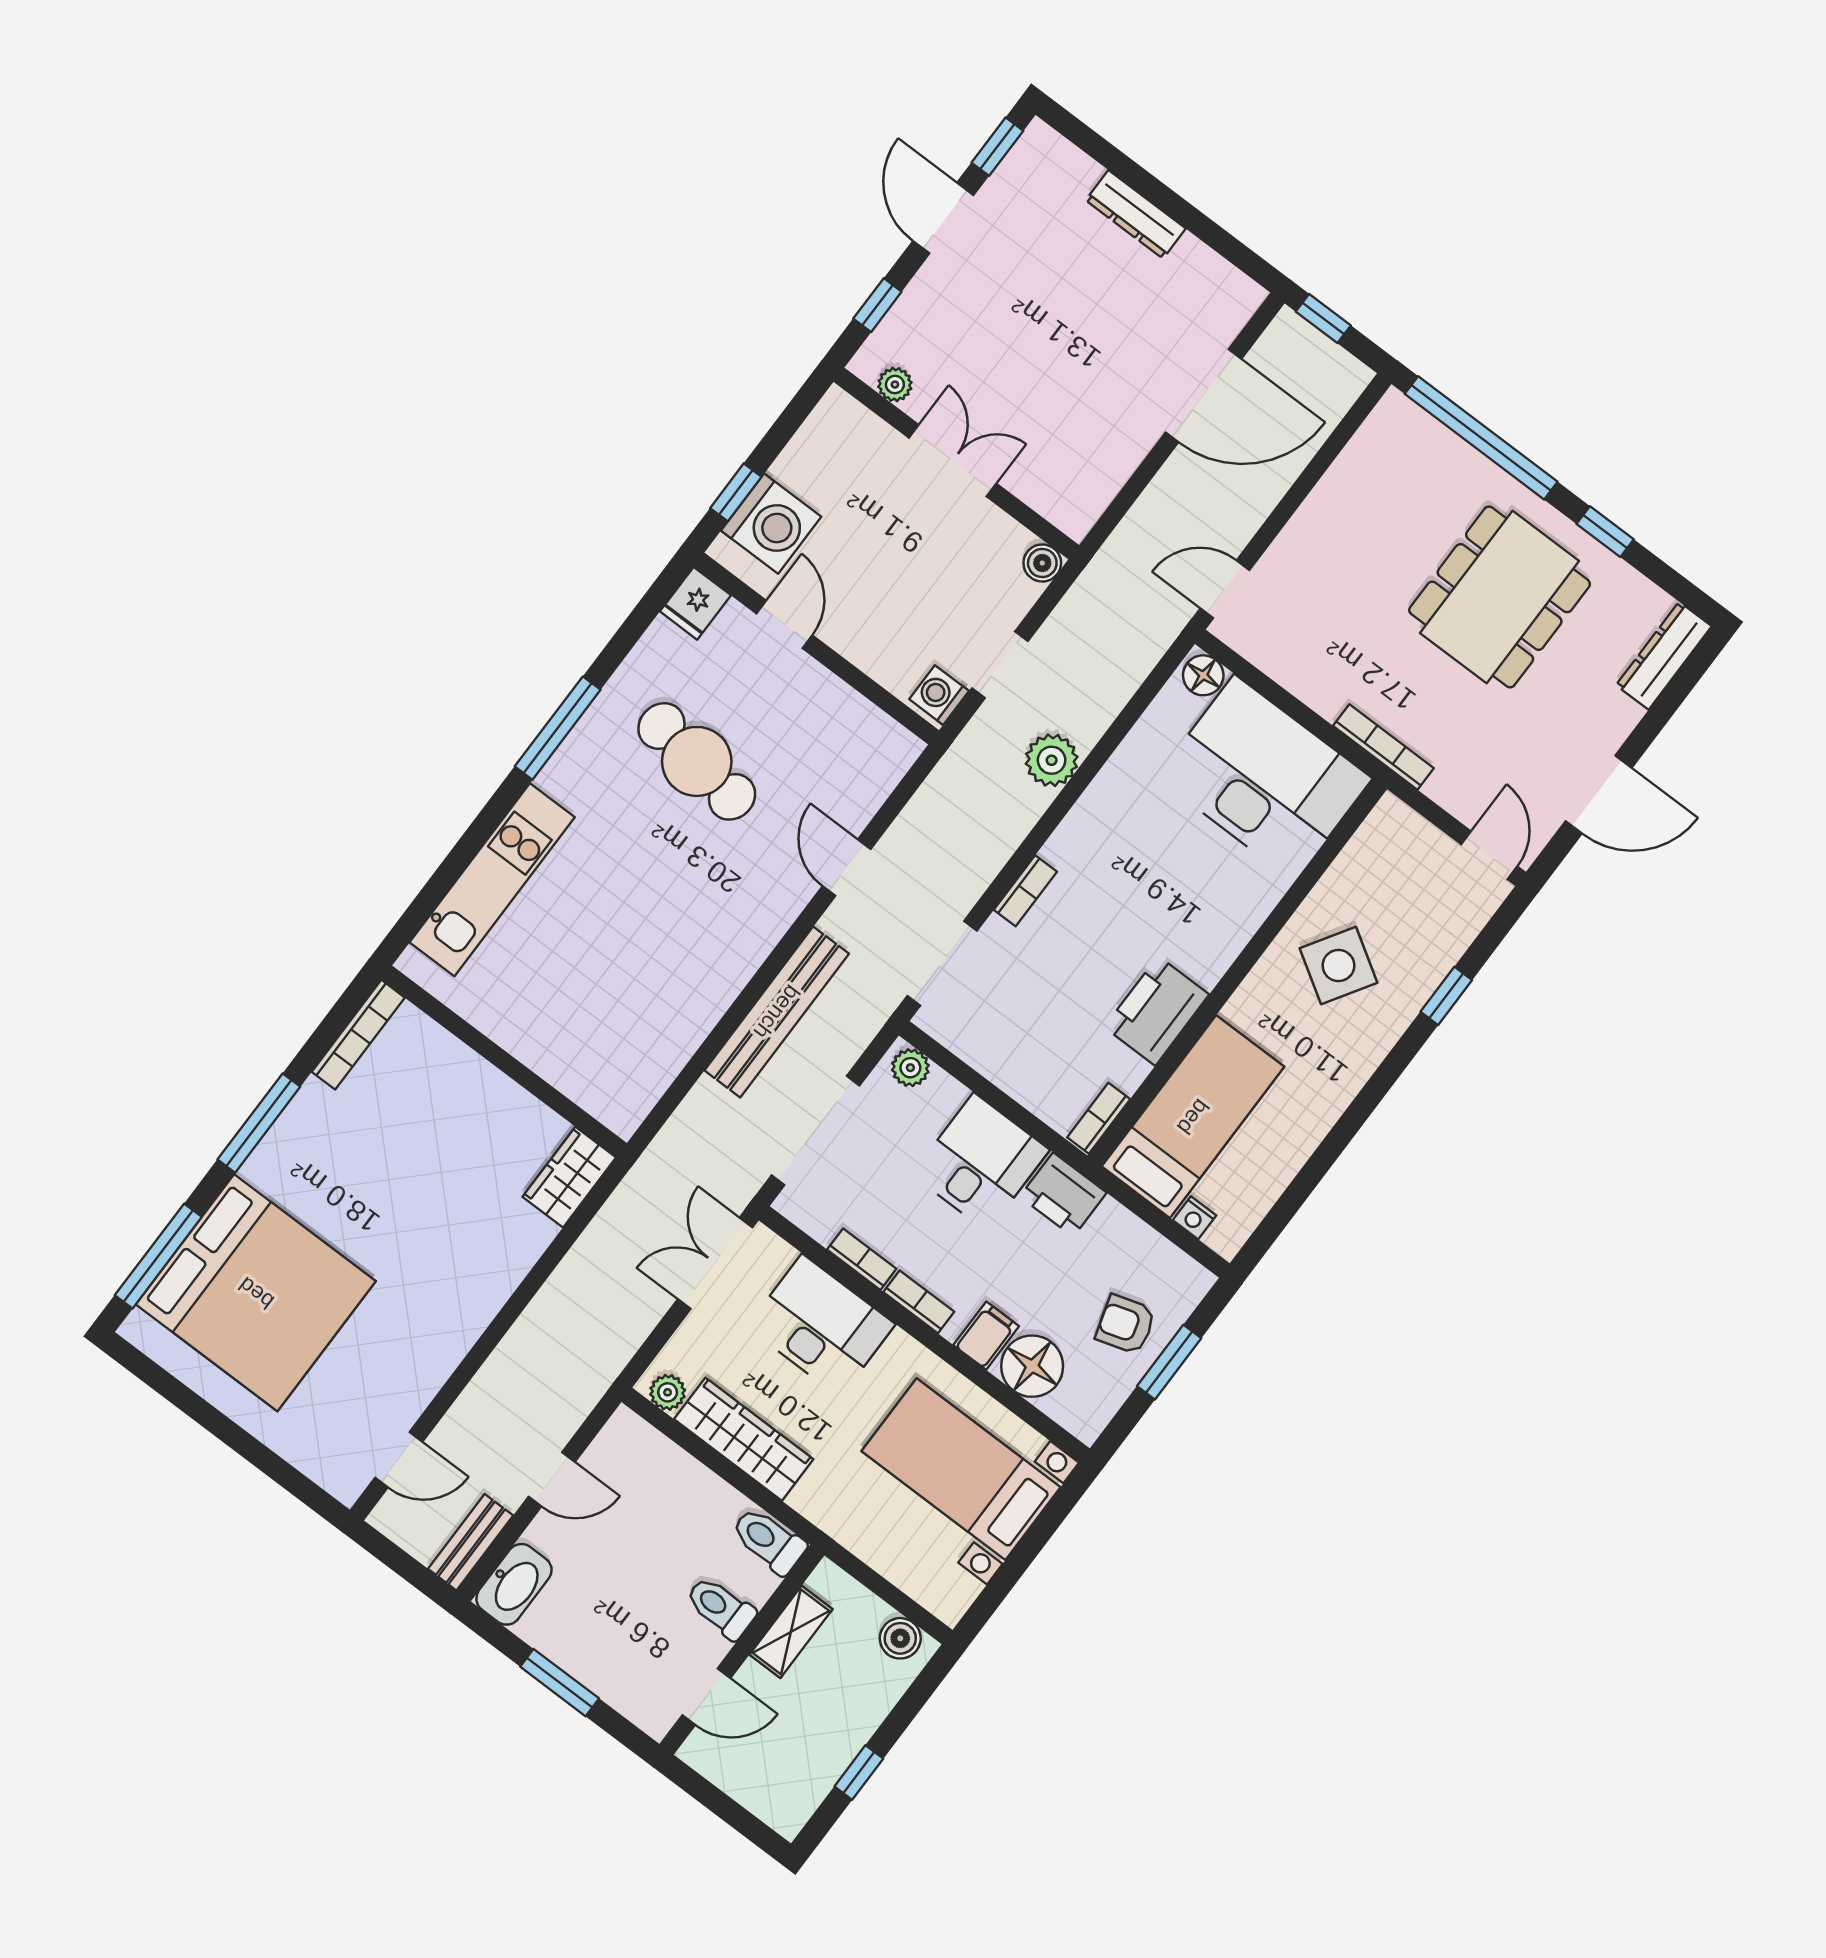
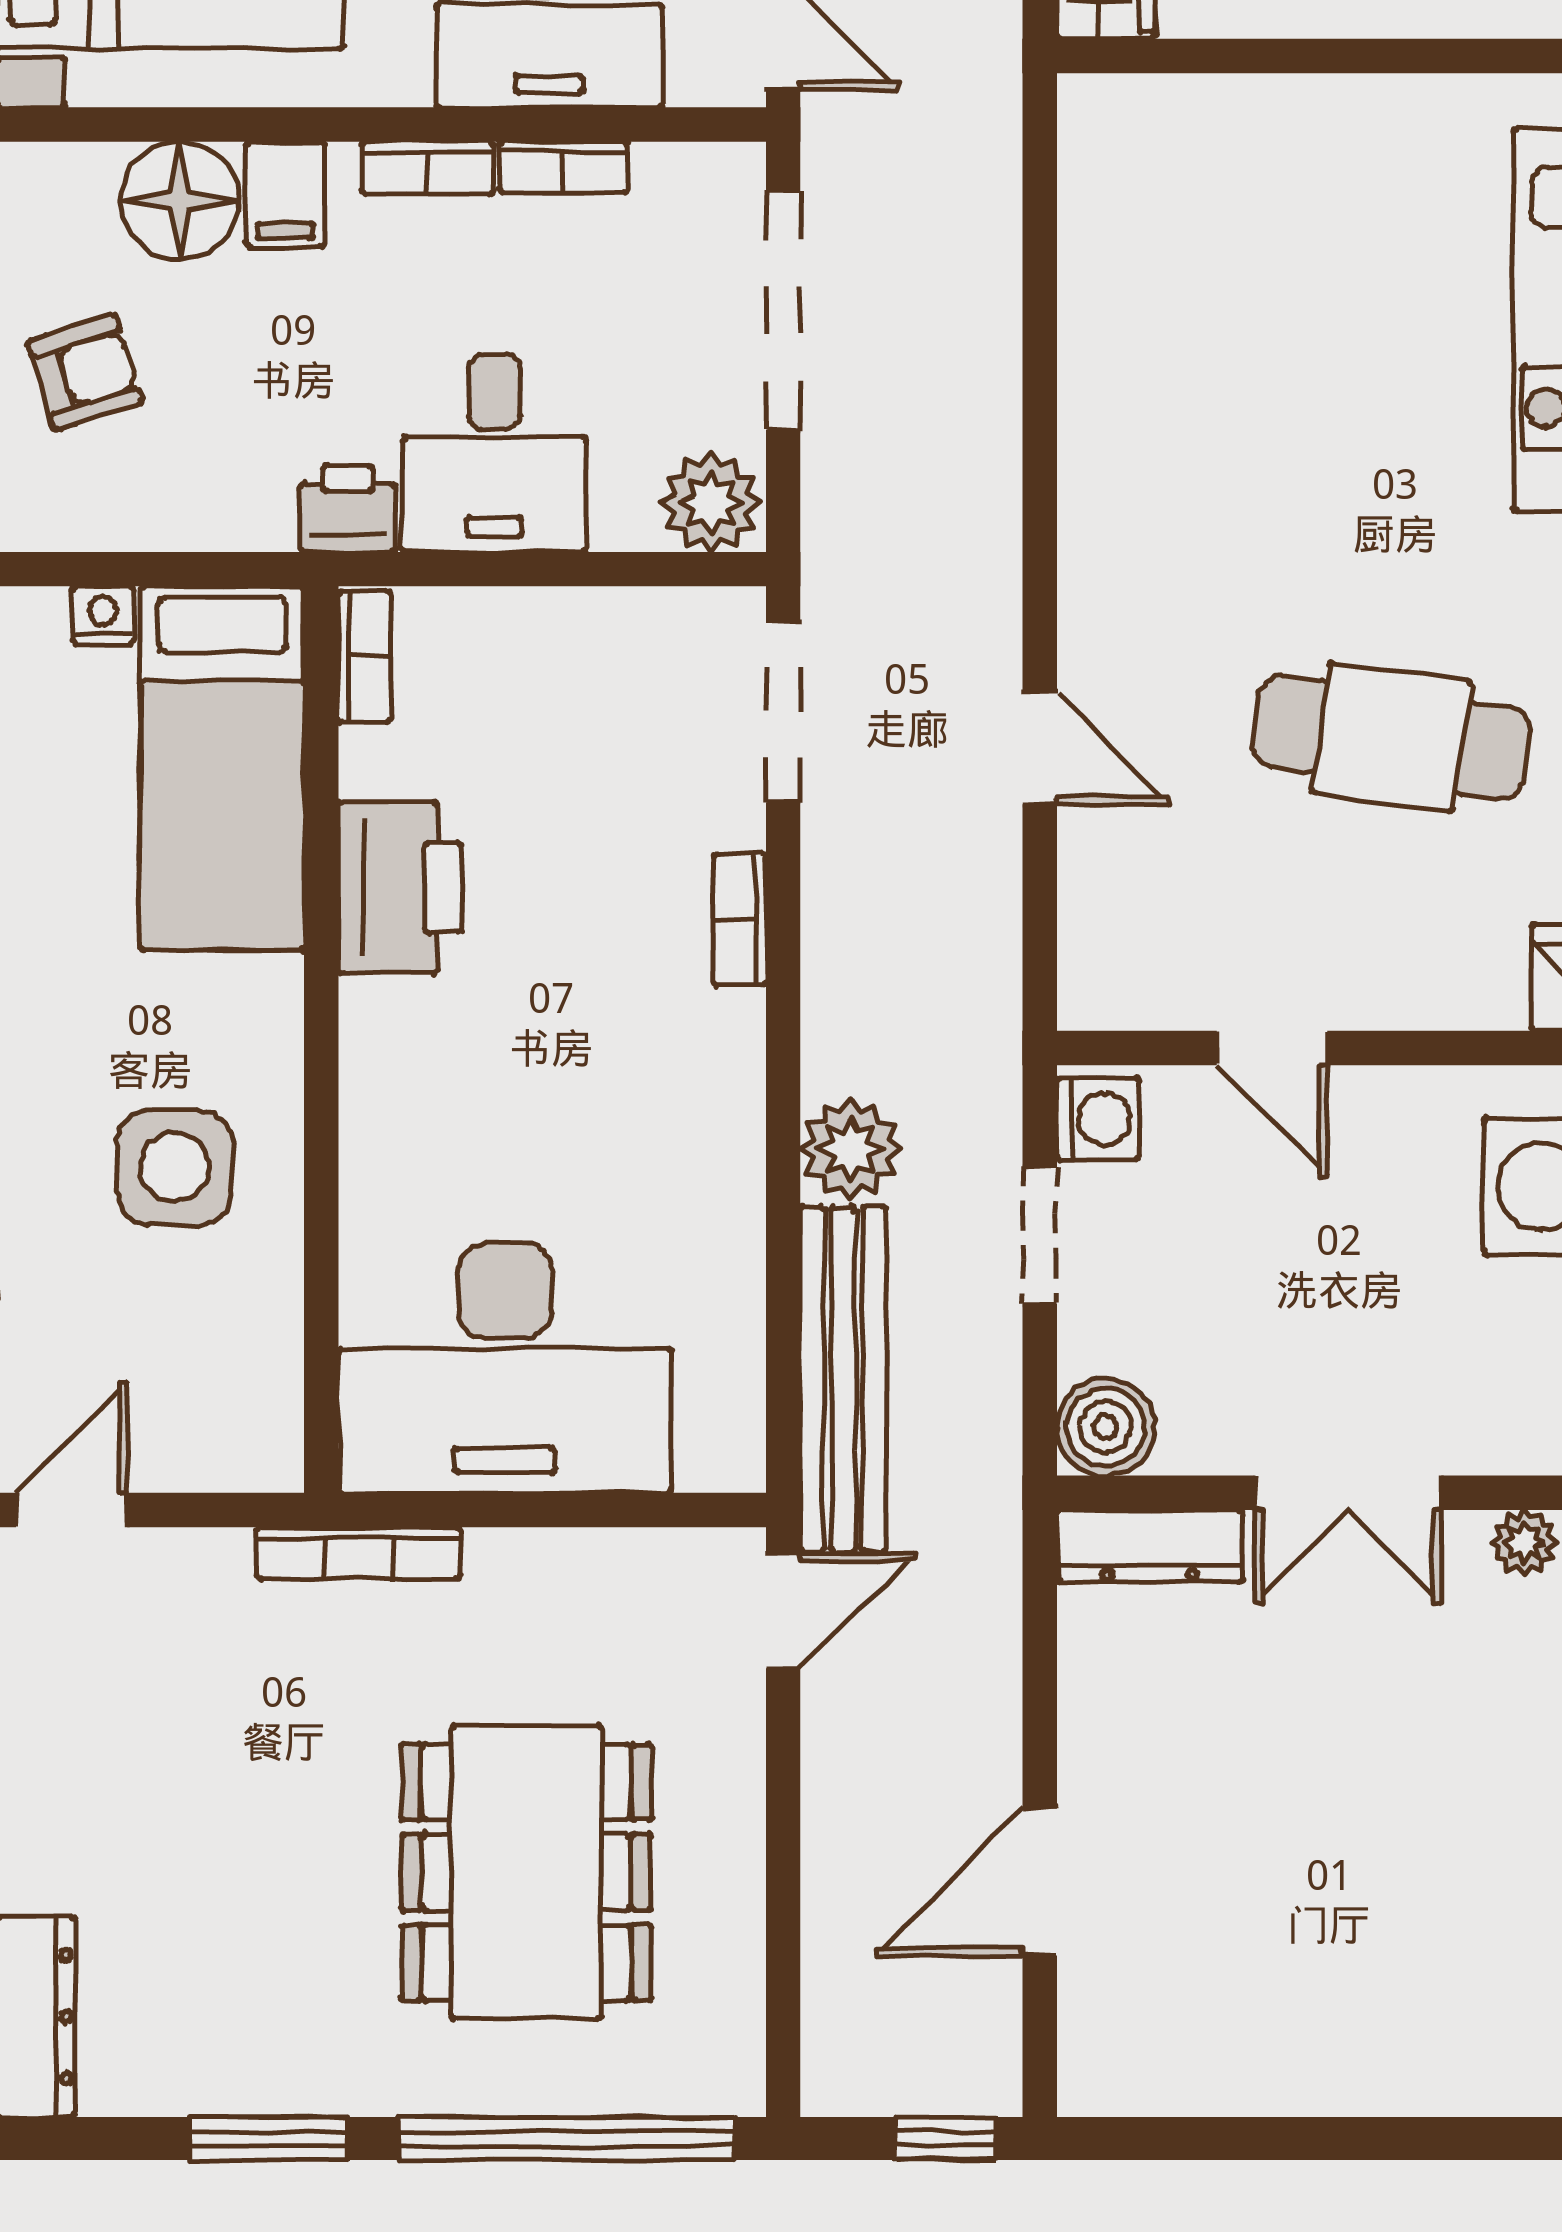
dresser: (1136, 214) -> (1150, 1546), moved, turned 180
door: (1204, 396) -> (1040, 1882), width x0.73
window: (1605, 532) -> (269, 2139), width x1.50
boiler: (1042, 563) -> (1106, 1427), width x1.36, depth x1.36
dining table: (1500, 597) -> (526, 1872), moved
door: (784, 624) -> (1272, 1048), moved
floor lamp: (1203, 675) -> (717, 1454), removed
door: (1489, 855) -> (72, 1510), swing flipped
side table: (1338, 965) -> (175, 1167), turned -32
bench: (777, 1012) -> (843, 1379), moved
plant: (910, 1068) -> (711, 503), width x1.38, depth x1.38
printer: (1063, 1195) -> (348, 509), width x0.73, depth x0.81

